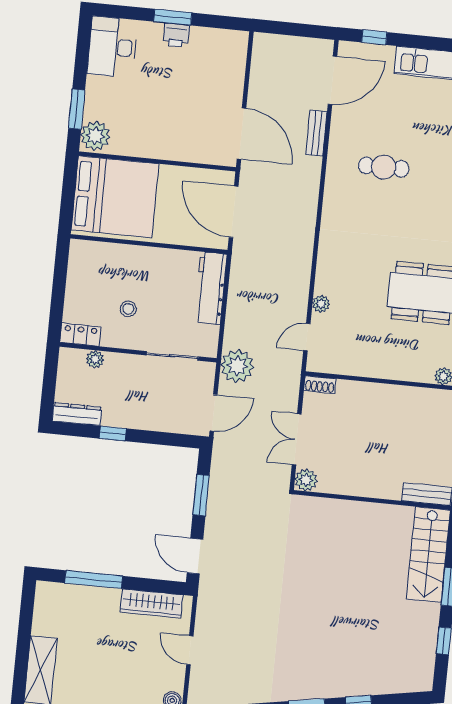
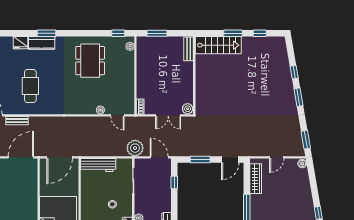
cafe table: (384, 167) -> (30, 86), width x1.37, depth x1.35
window: (113, 433) -> (174, 183), moved

